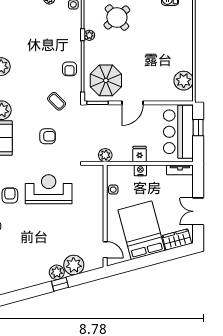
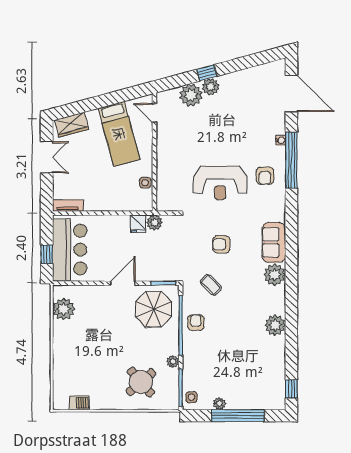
fridge: (140, 154) -> (138, 224), moved
nightstand: (140, 170) -> (114, 205), removed
bed: (141, 230) -> (119, 134), width x0.67

